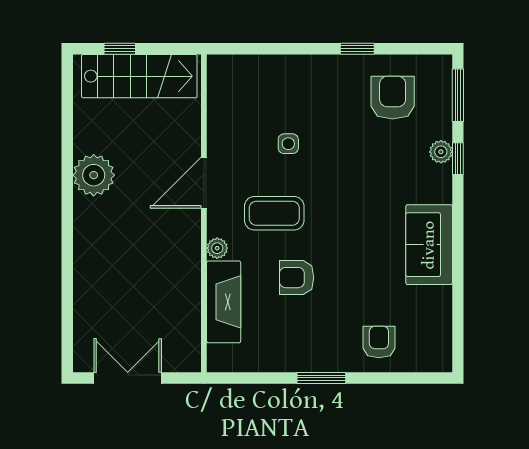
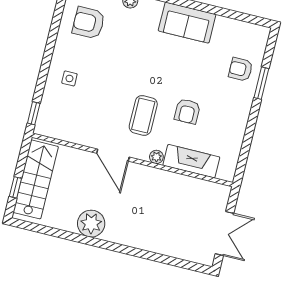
window: (357, 49) -> (34, 113), moved
side table: (288, 144) -> (69, 78), moved
double door: (128, 378) -> (224, 234), swing flipped
window: (321, 378) -> (261, 83), moved

